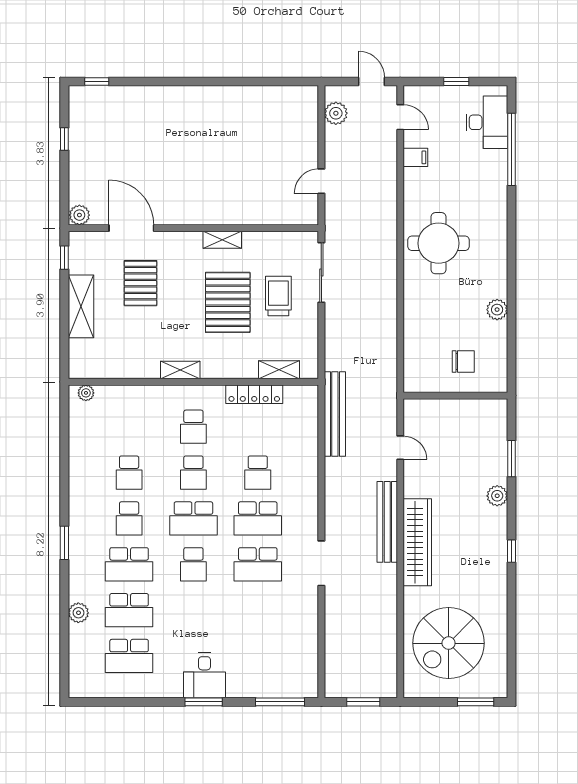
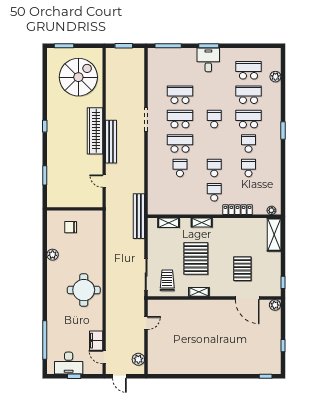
desk: (487, 122) -> (69, 363), moved, turned -90
filing cabinet: (415, 157) -> (96, 341), width x2.00
trolley: (278, 296) -> (167, 280), moved, turned 180
shelving: (81, 306) -> (274, 235), moved
shelving: (180, 370) -> (202, 223), moved
locker: (254, 394) -> (238, 210), moved
bench: (335, 414) -> (139, 216), moved
plant: (497, 496) -> (52, 156), removed
school desk: (193, 518) -> (180, 95), moved
plant: (78, 613) -> (275, 77), moved

